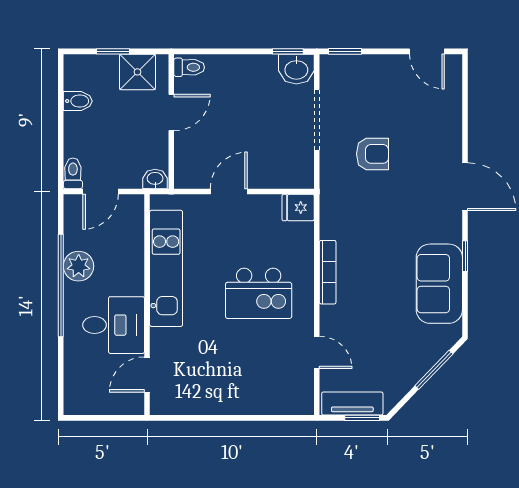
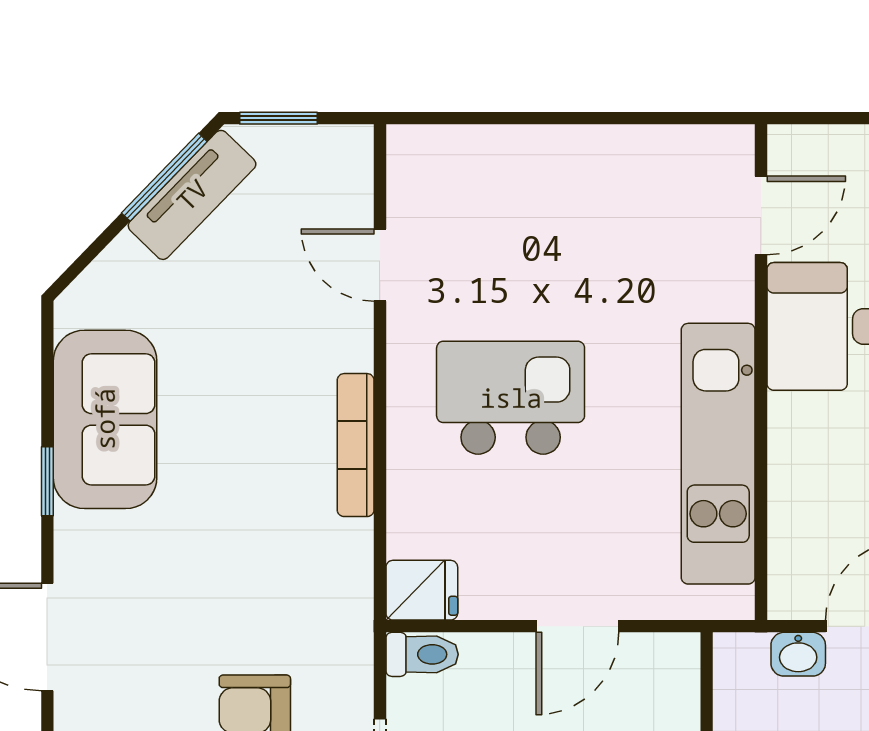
washbasin: (155, 179) -> (798, 654), moved
toilet: (298, 179) -> (422, 654), added
window: (434, 370) -> (164, 177), moved
tv unit: (352, 403) -> (192, 195), moved, turned -46

